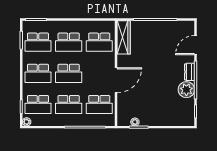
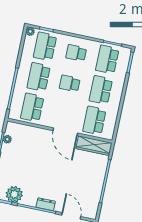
school desk: (38, 73) -> (76, 53), width x0.54
school desk: (69, 73) -> (70, 83), width x0.54
door: (116, 80) -> (65, 132), moved
plant: (186, 90) -> (14, 194), moved

